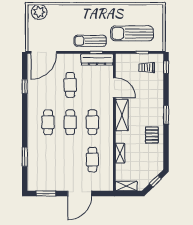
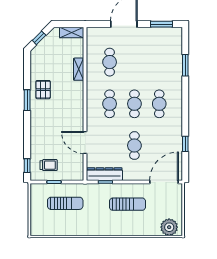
sun lounger: (132, 33) -> (65, 203), width x0.73, depth x0.75
sun lounger: (90, 41) -> (127, 204), moved
shelving: (122, 115) -> (77, 112), removed
window: (166, 115) -> (27, 100), moved

